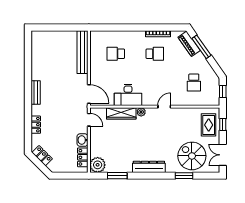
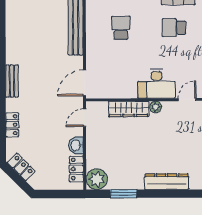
school desk: (116, 54) -> (121, 28), turned 90
school desk: (155, 54) -> (174, 28), turned 180
door: (89, 94) -> (84, 83), swing flipped
desk: (128, 95) -> (157, 84), moved
door: (89, 120) -> (85, 118), swing flipped

